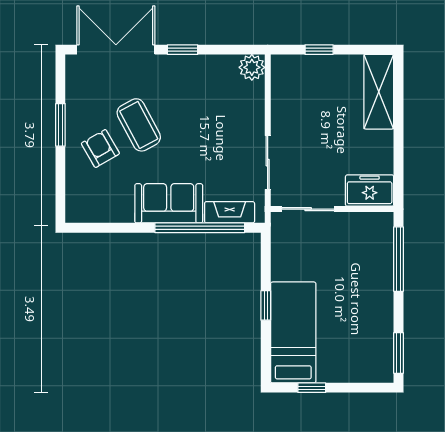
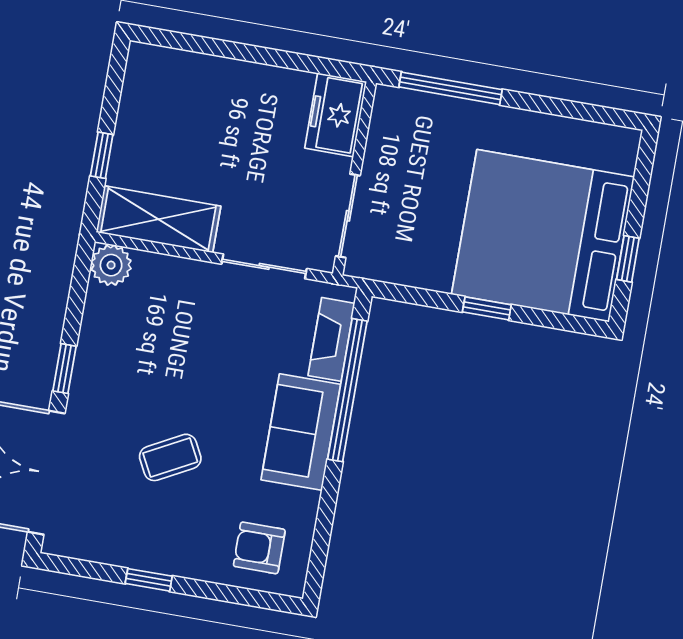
shelving: (379, 92) -> (158, 219), moved
window: (60, 125) -> (149, 580), width x0.67
coffee table: (139, 125) -> (170, 457), width x0.73, depth x0.77
armchair: (100, 148) -> (259, 548), moved, turned 30
bed: (293, 332) -> (543, 236), width x2.04
window: (398, 353) -> (597, 114), removed

